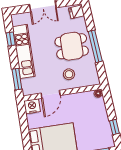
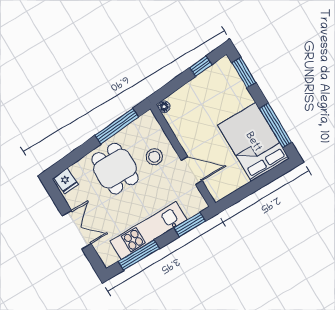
window: (11, 39) -> (139, 255), width x2.17
window: (95, 46) -> (117, 126), moved
nightstand: (32, 106) -> (218, 189), removed

